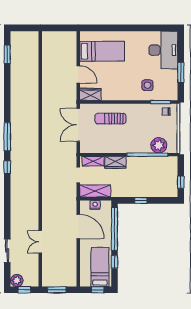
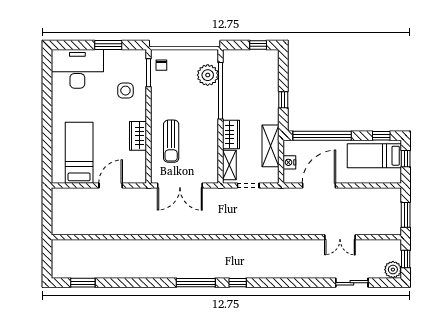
wardrobe: (90, 94) -> (138, 136), moved
shelving: (95, 191) -> (270, 146), moved
window: (114, 262) -> (381, 136), moved

